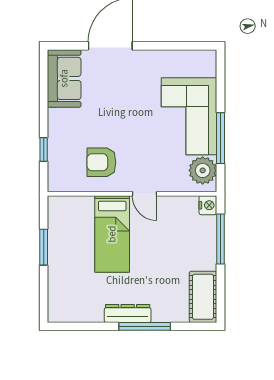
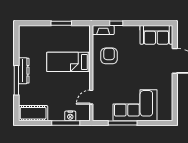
plant: (203, 170) -> (104, 113), removed
fireplace: (56, 173) -> (103, 30), added
door: (145, 194) -> (91, 97), moved
nightstand: (208, 205) -> (70, 116), moved

